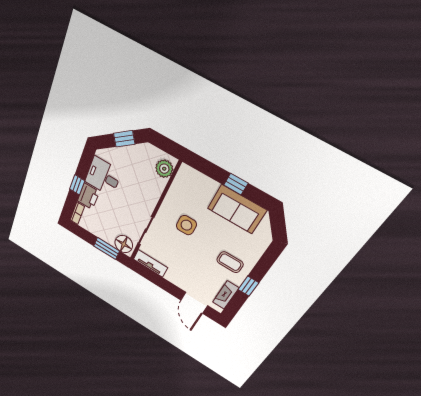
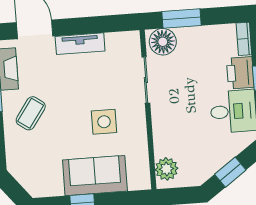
sofa: (237, 209) -> (95, 176), moved
coffee table: (230, 262) -> (31, 113), turned -55
tv unit: (150, 263) -> (80, 44), moved

